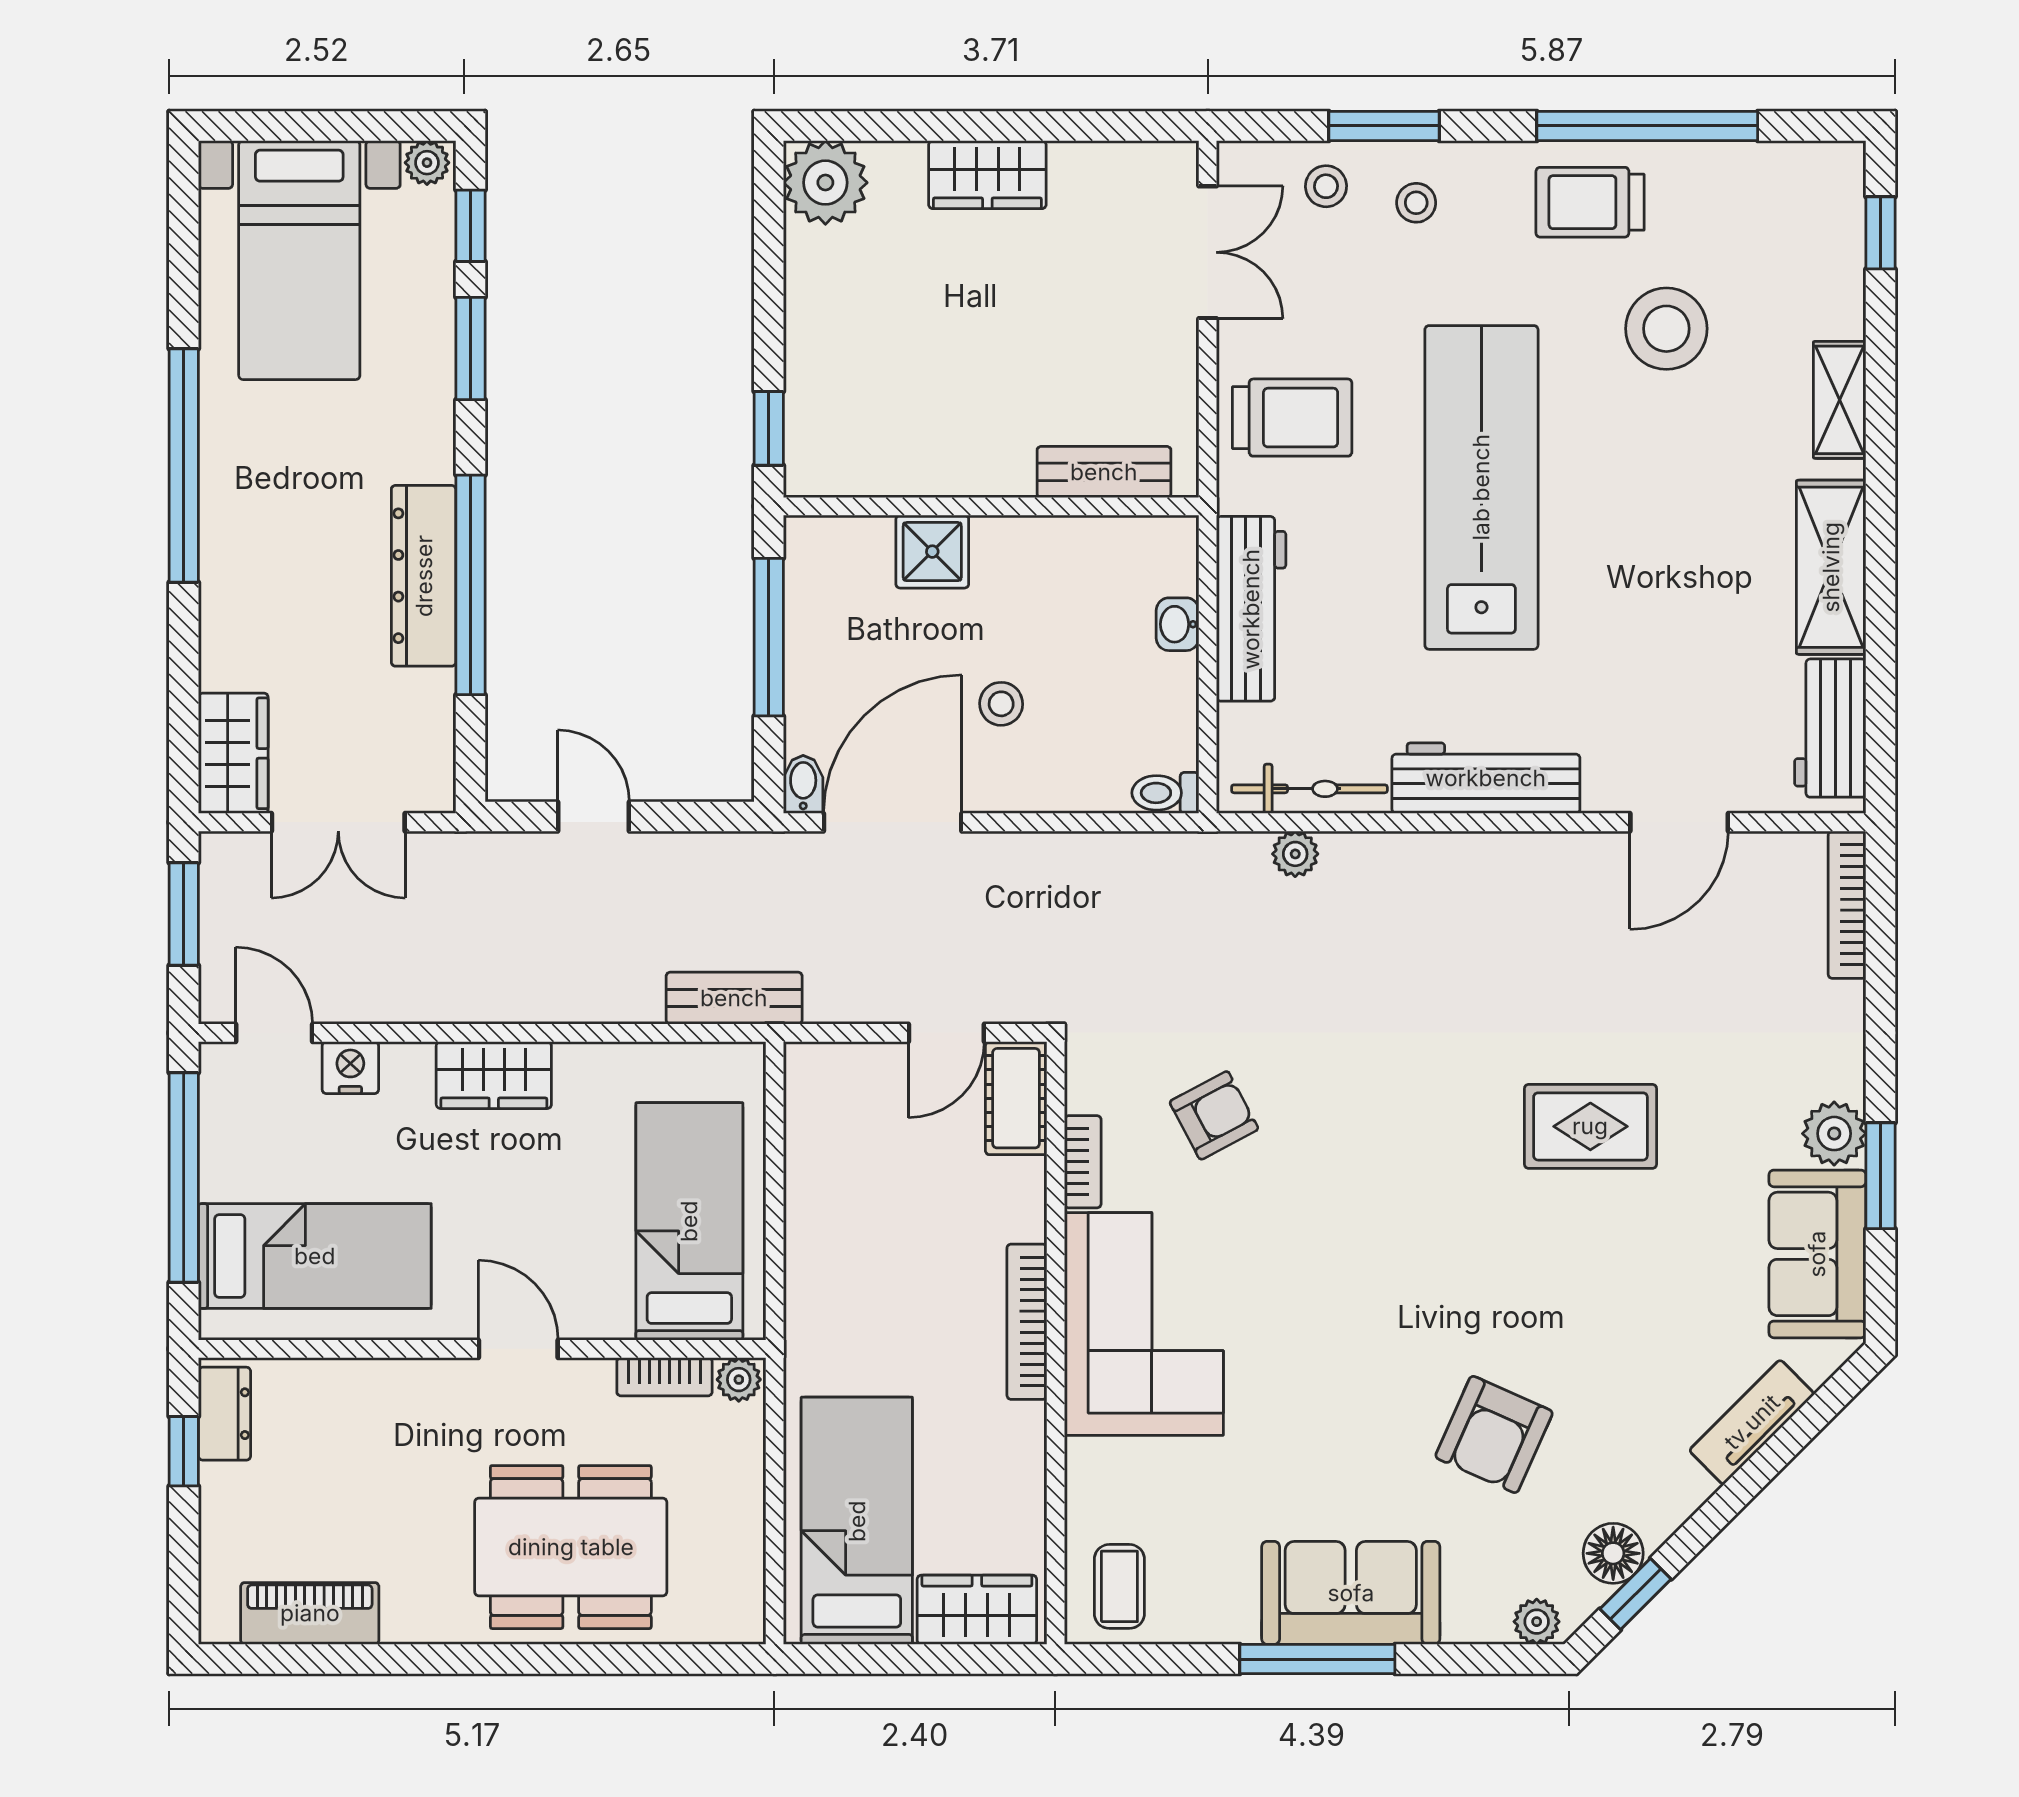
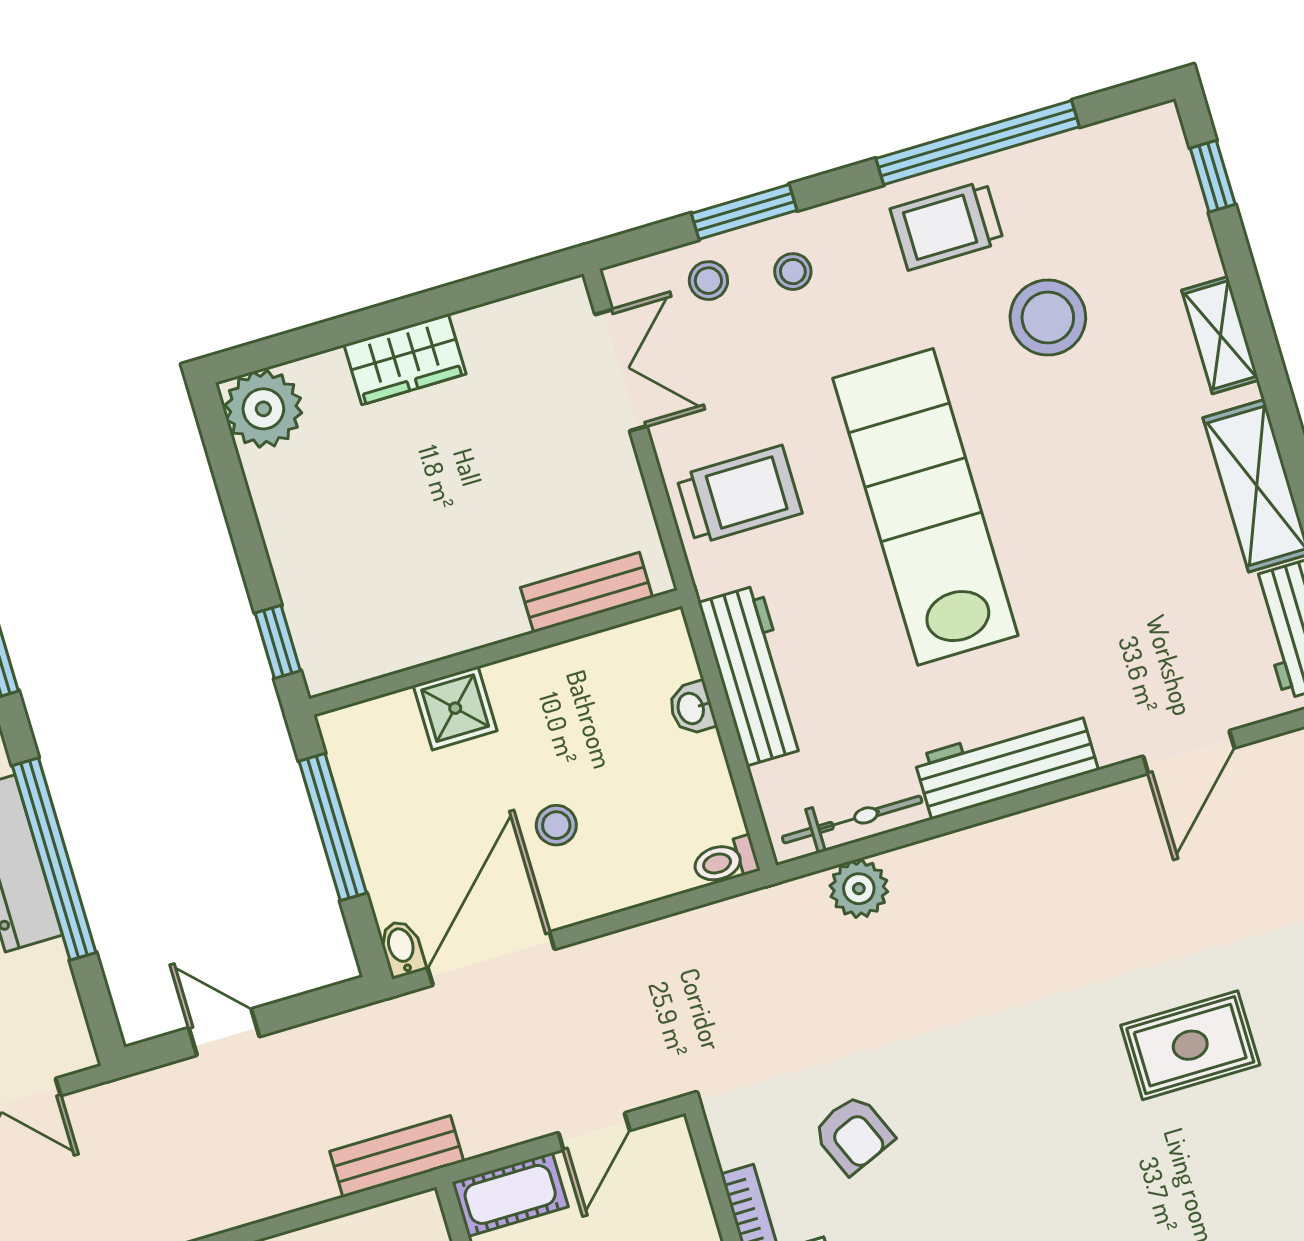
plant: (1295, 854) -> (859, 889), width x1.38, depth x1.38
cot: (1016, 1098) -> (510, 1194), moved, turned 90
armchair: (1214, 1115) -> (853, 1134), turned 95

